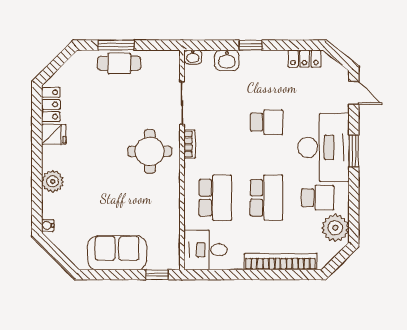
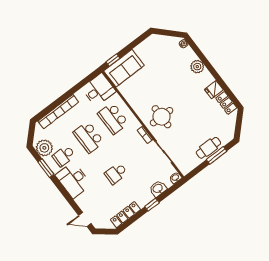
locker: (304, 59) -> (125, 215), width x1.53
desk: (324, 147) -> (73, 180), width x0.73, depth x0.77
window: (354, 151) -> (46, 168), moved
sofa: (117, 253) -> (124, 68), moved

